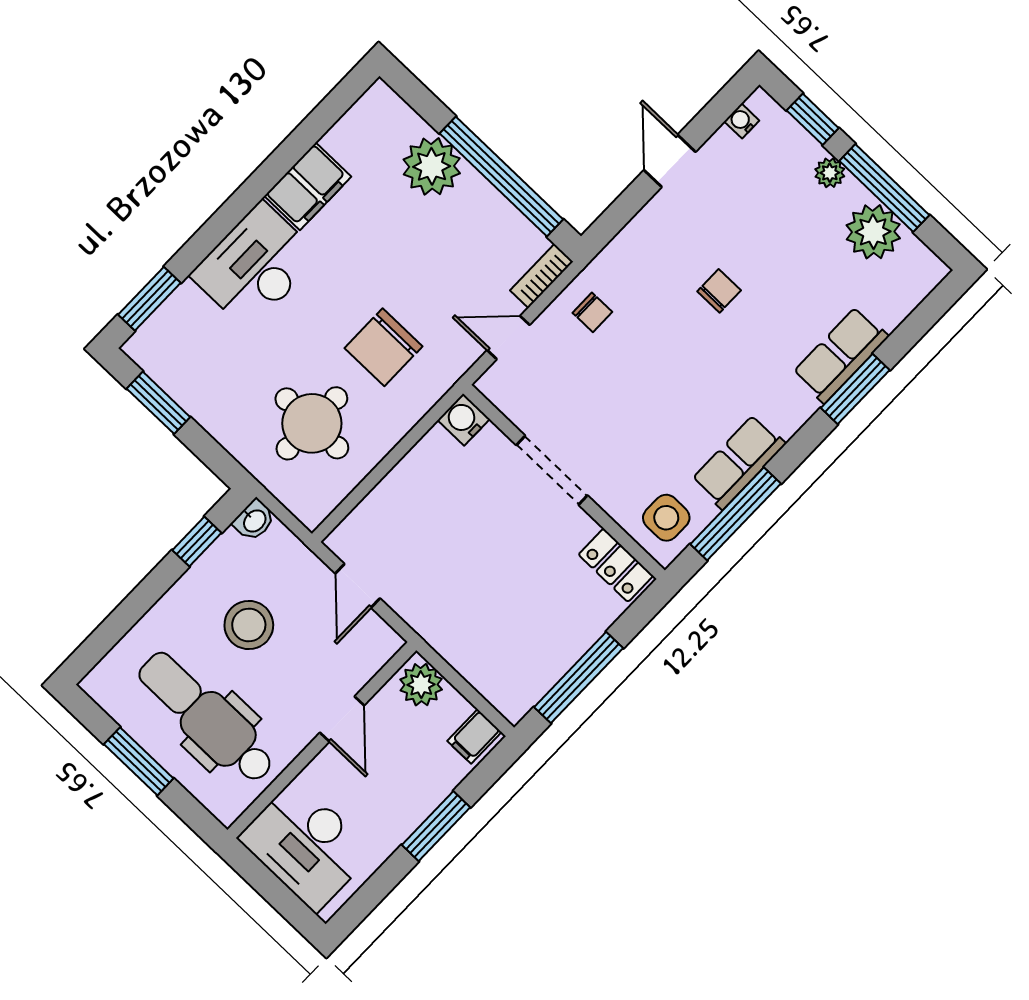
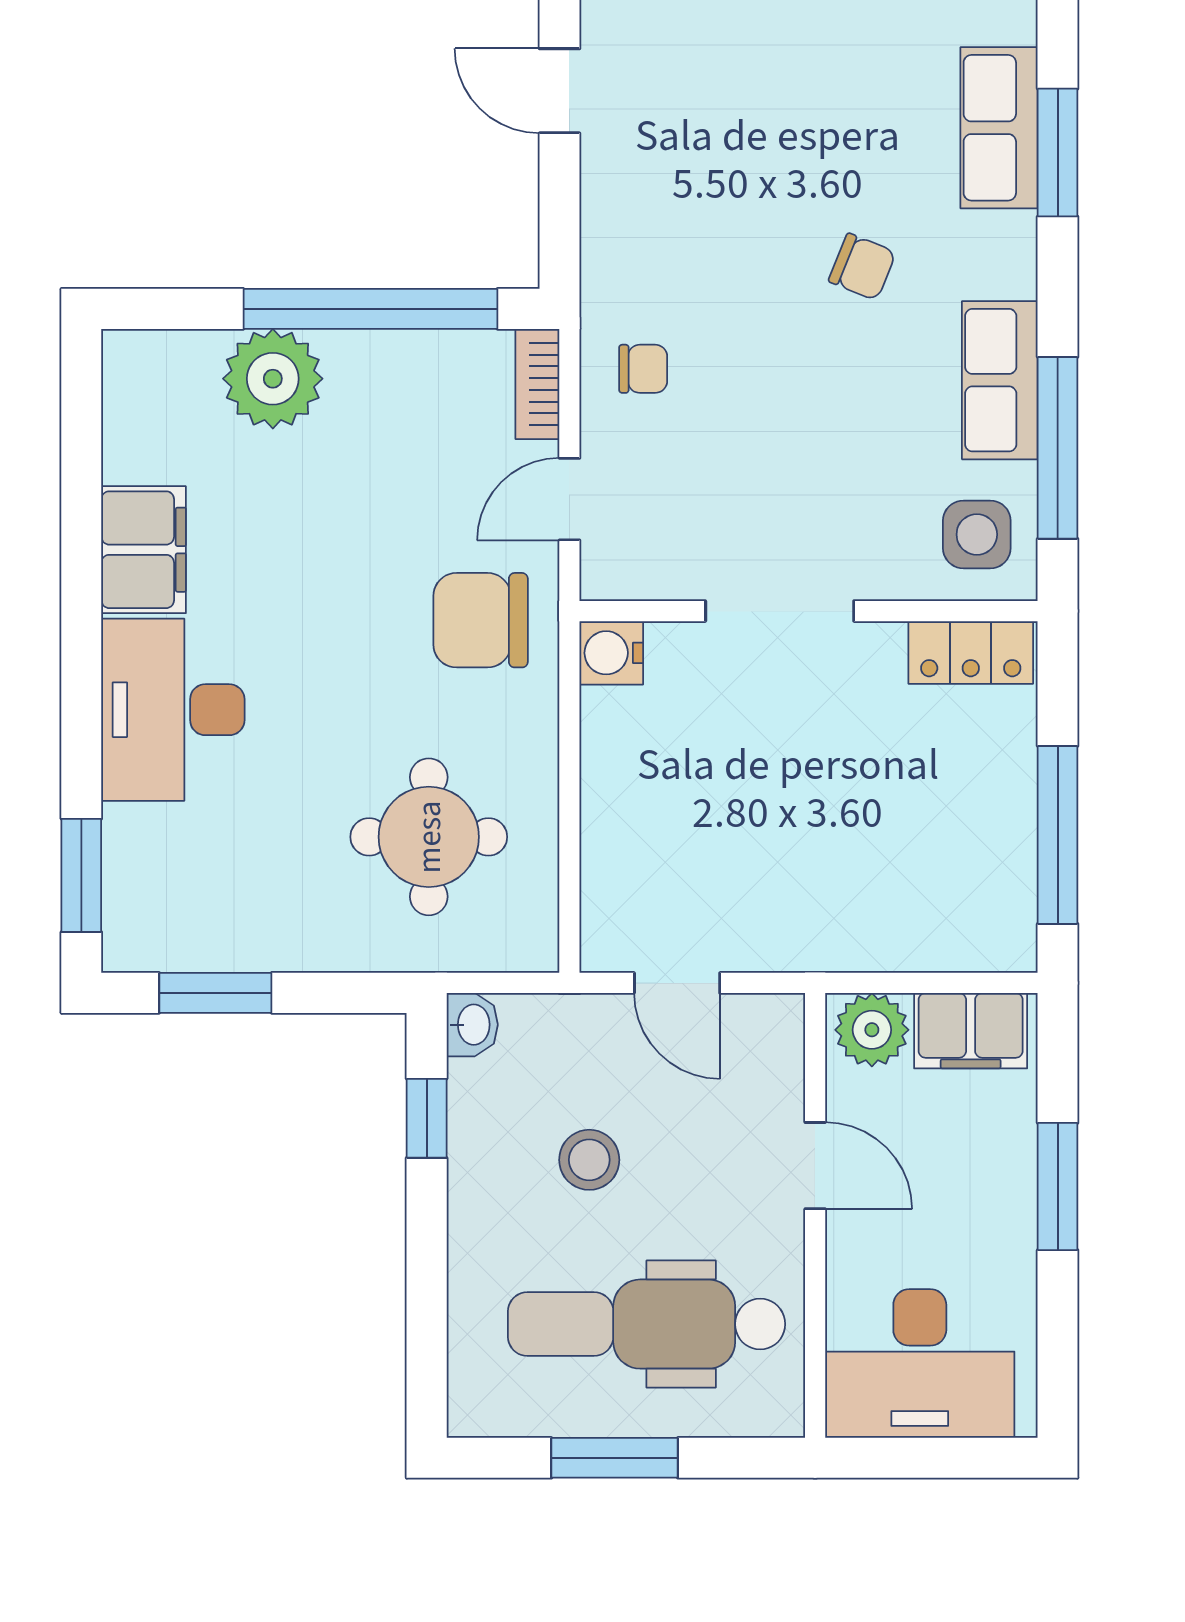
chair: (719, 291) -> (862, 267), moved, turned 112
chair: (383, 347) -> (481, 620), moved, turned 90
stool: (249, 625) -> (589, 1160), width x0.73, depth x0.73
filing cabinet: (474, 736) -> (971, 1031), width x2.00

